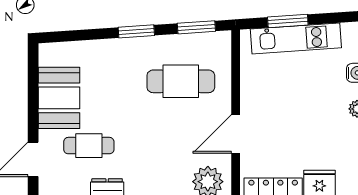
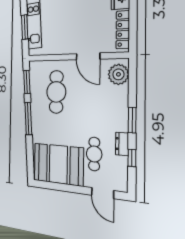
window: (136, 31) -> (28, 119), width x1.44
booth: (59, 98) -> (58, 164), width x1.36, depth x1.42

